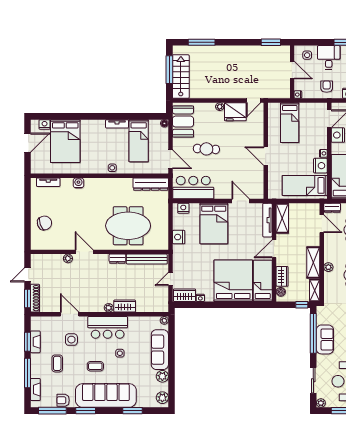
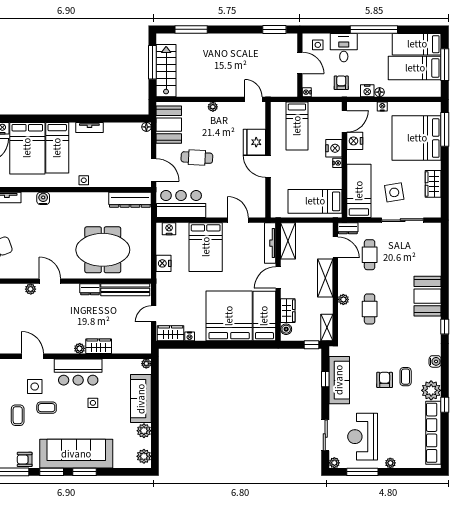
door: (253, 101) -> (253, 99), swing flipped
fridge: (235, 112) -> (254, 142), moved, turned 90
bed: (139, 141) -> (57, 148), moved
nightstand: (320, 166) -> (334, 148), moved
shelving: (313, 262) -> (325, 278), moved
window: (313, 333) -> (325, 379), width x0.32
sofa: (325, 339) -> (339, 380), width x1.36
coffee table: (95, 366) -> (47, 408), moved
window: (132, 411) -> (84, 472), moved

